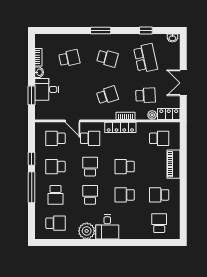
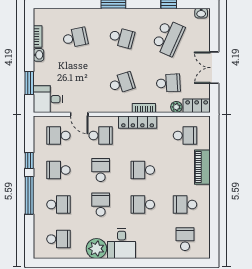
school desk: (145, 58) -> (168, 38), turned 36
desk: (47, 89) -> (48, 99), moved
school desk: (56, 195) -> (58, 205), turned -90

